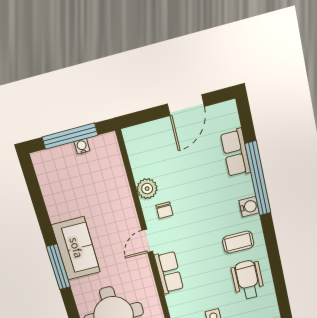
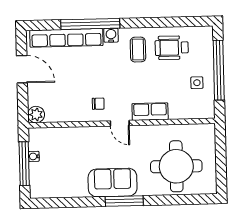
row of seats: (236, 153) -> (66, 38), width x2.02
plant: (147, 189) -> (36, 115), moved

